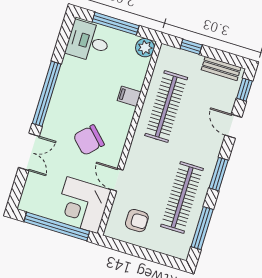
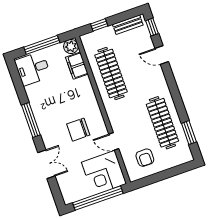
window: (47, 94) -> (31, 120), width x0.68
filing cabinet: (129, 96) -> (77, 66), moved, width x2.00
chair: (89, 140) -> (78, 130), turned 45
window: (219, 174) -> (174, 91), removed
armchair: (137, 221) -> (145, 158), turned 90
window: (202, 228) -> (189, 133), width x0.69

